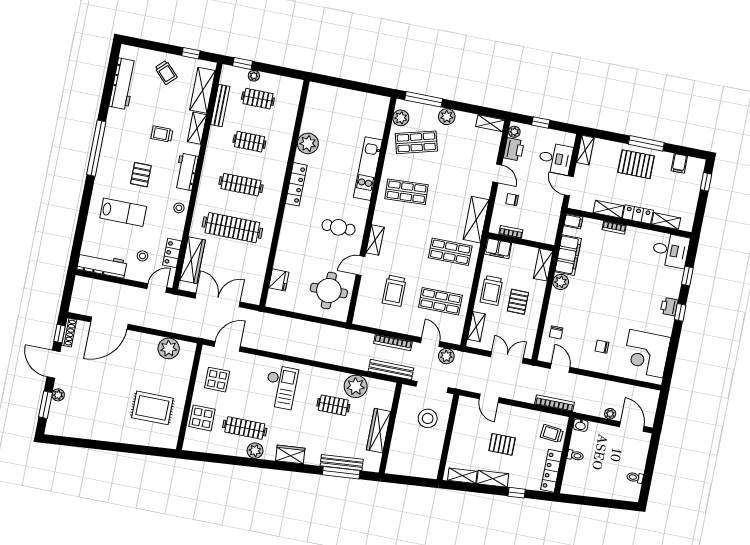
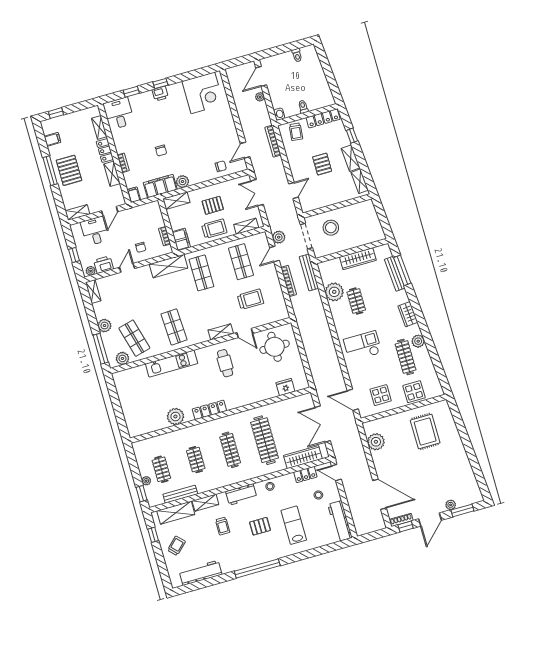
chair: (602, 347) -> (161, 151), moved

